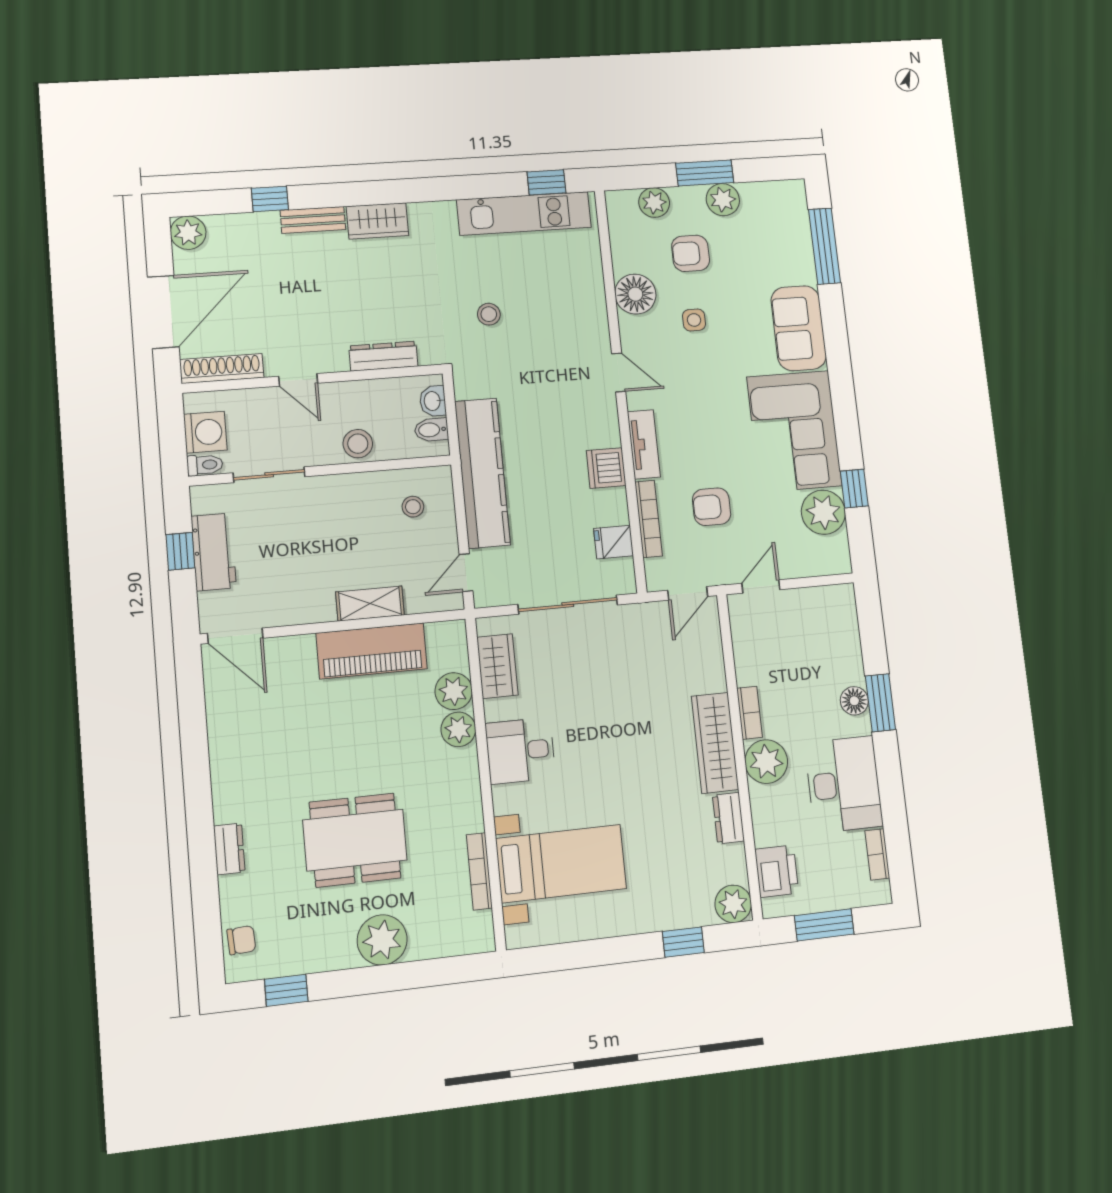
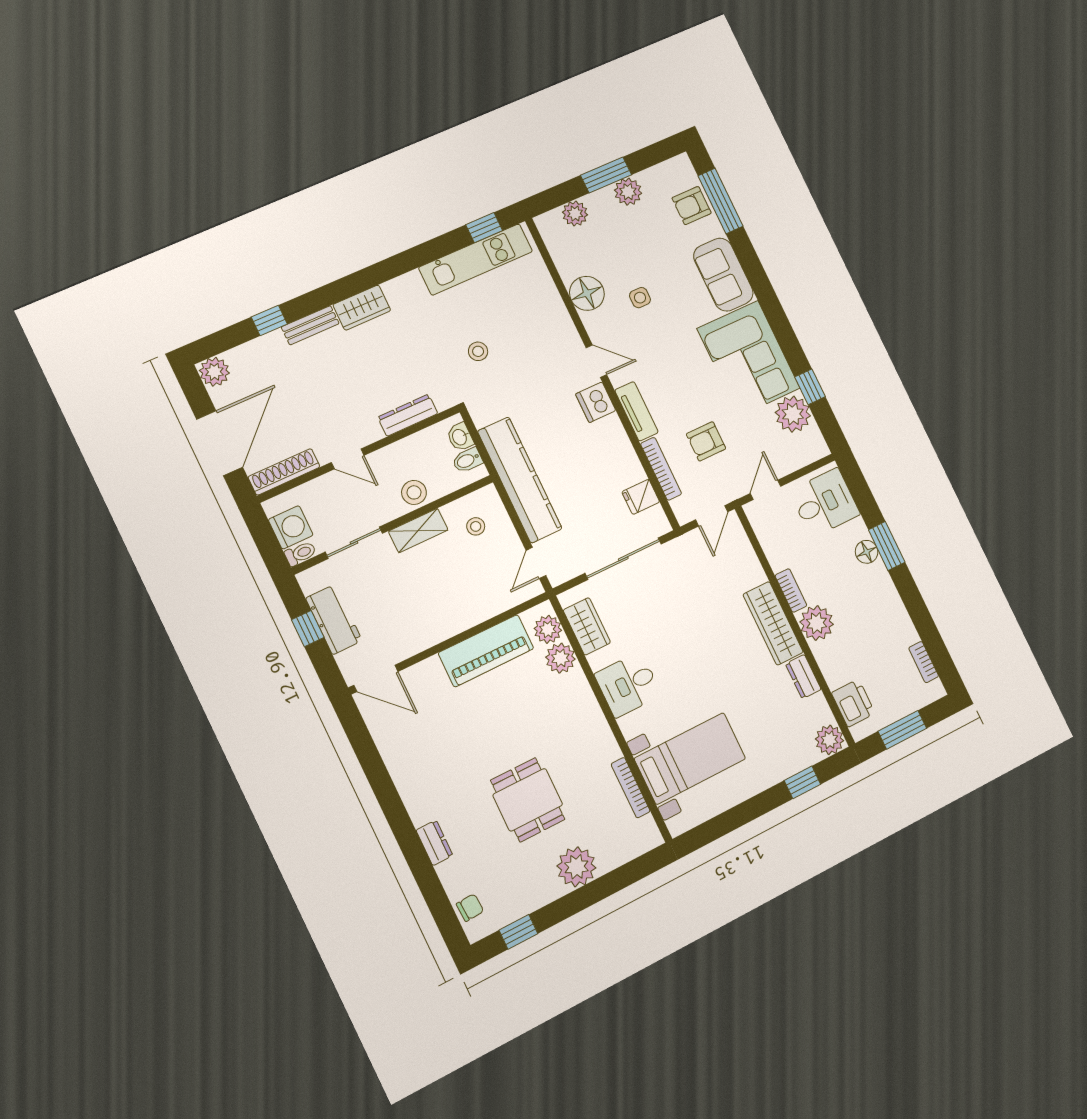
armchair: (691, 253) -> (692, 206), moved
dishwasher: (606, 468) -> (596, 402), moved
shelving: (370, 604) -> (418, 531), moved
plant: (458, 729) -> (548, 629), moved
desk: (844, 784) -> (825, 503), moved, width x0.73
dining table: (355, 840) -> (528, 800), width x0.73

